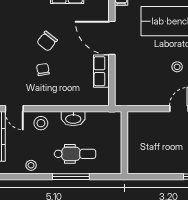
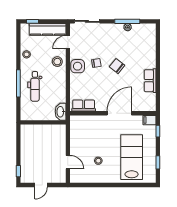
row of seats: (101, 71) -> (84, 106), moved
side table: (47, 95) -> (78, 66), added
washbasin: (73, 119) -> (61, 112), moved

